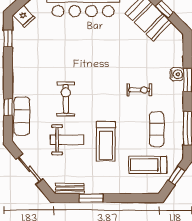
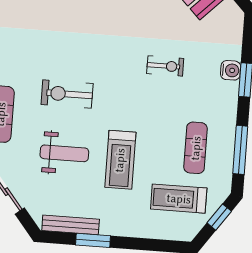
exercise bike: (139, 90) -> (165, 66), moved
exercise bike: (66, 99) -> (67, 94), turned -90
bench: (70, 188) -> (71, 225), width x1.36

